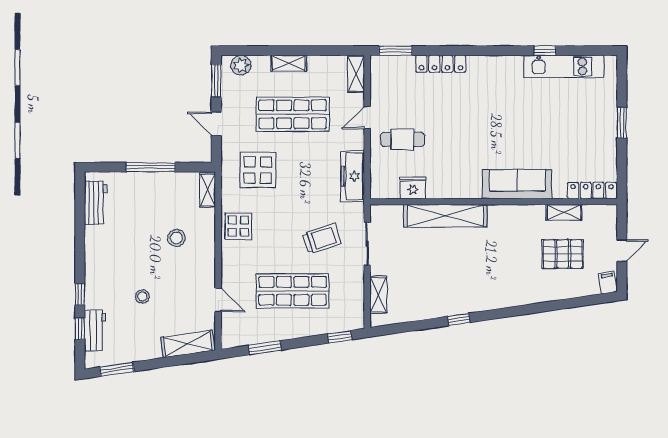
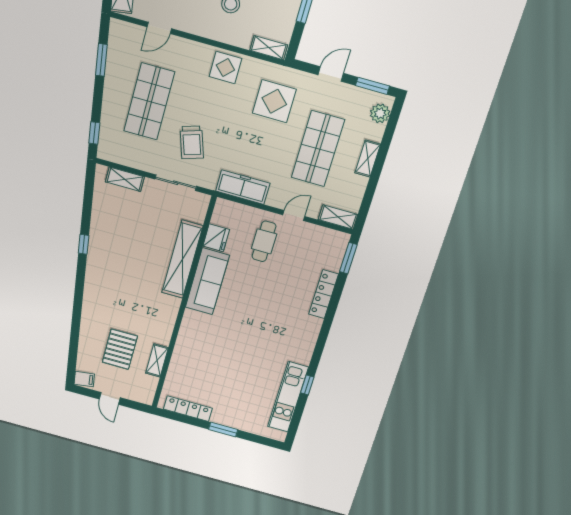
door: (367, 118) -> (294, 216), hinge flipped
sofa: (517, 184) -> (207, 281), moved
locker: (592, 191) -> (188, 409), moved, turned -90

